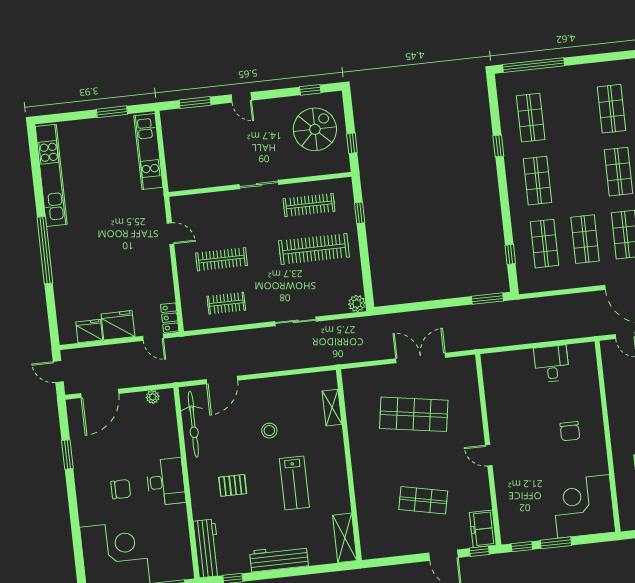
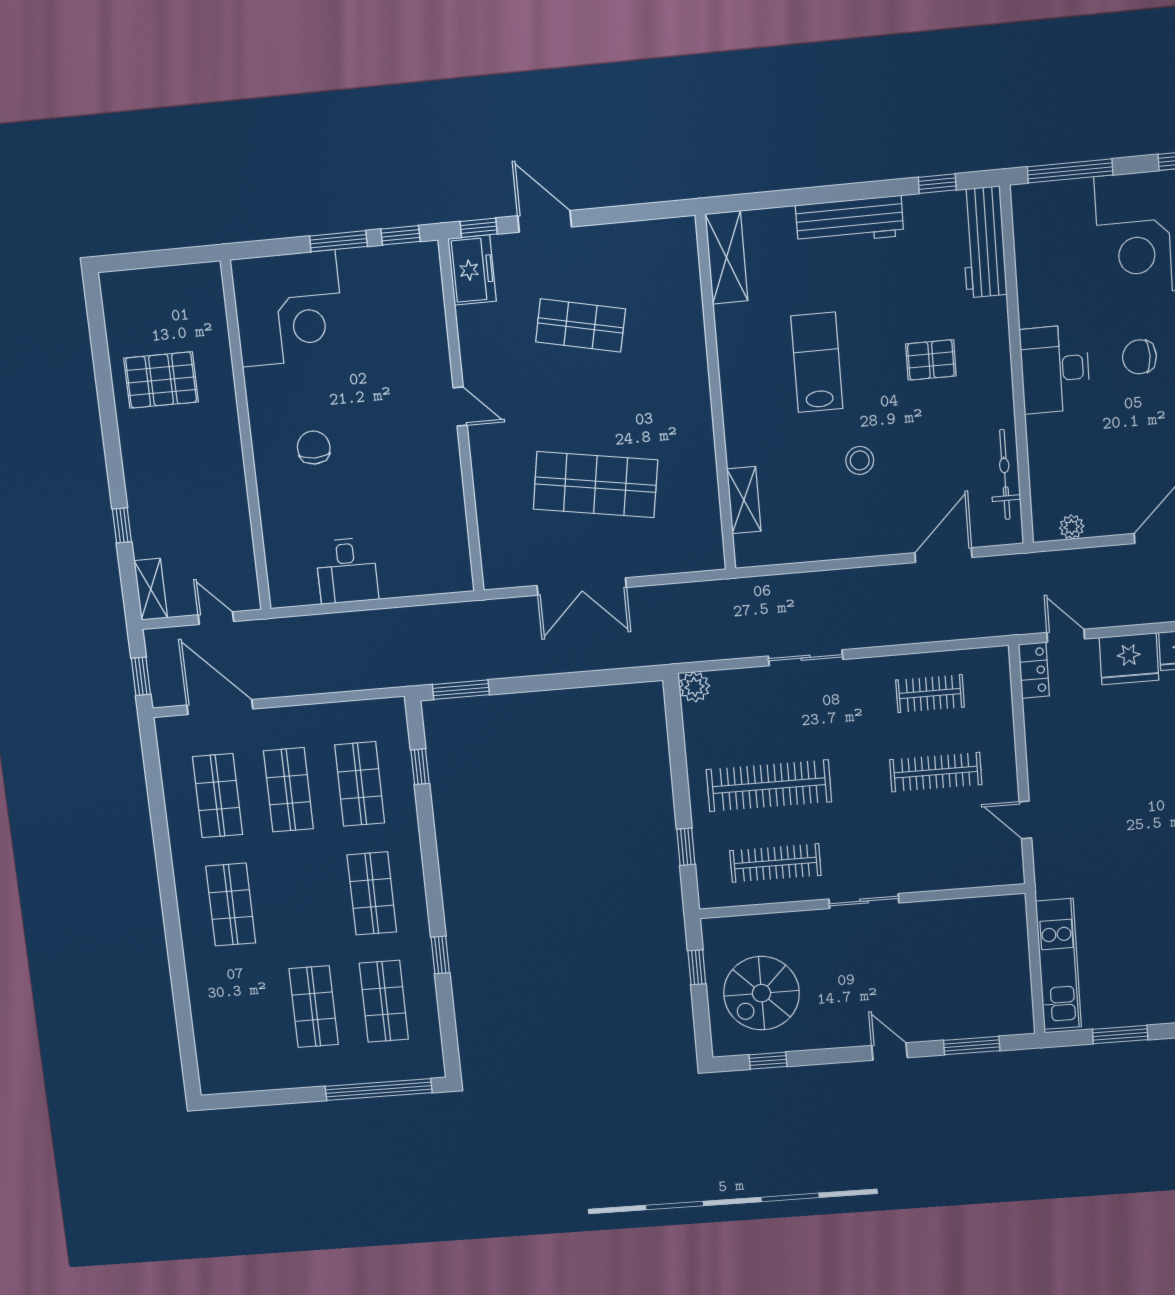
shop shelf: (612, 109) -> (314, 1007), moved
bicycle: (193, 424) -> (1005, 474), width x0.73, depth x0.71

